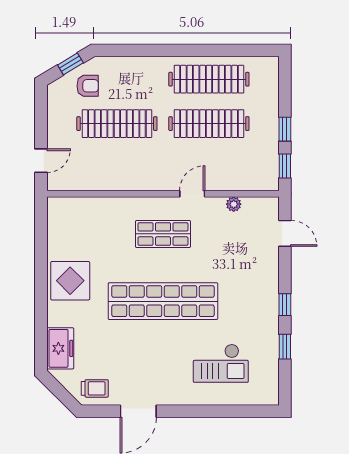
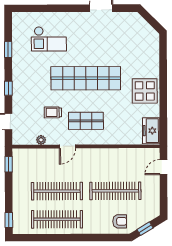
armchair: (88, 86) -> (120, 221), moved, turned 180
window: (285, 129) -> (9, 220), moved
window: (285, 305) -> (8, 88), moved
freezer: (60, 348) -> (151, 131), moved
checkout: (221, 363) -> (49, 39), turned 180
trolley: (95, 388) -> (53, 112), moved

